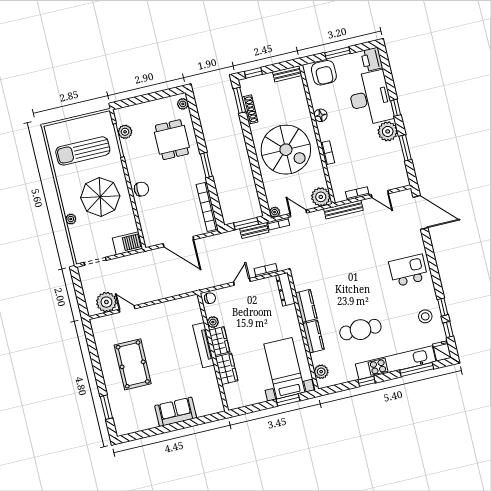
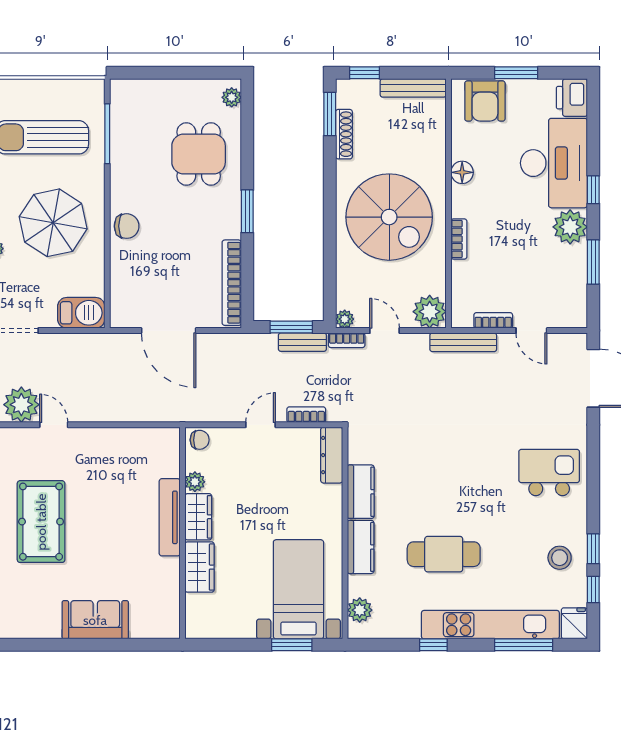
bench: (287, 74) -> (413, 88), width x1.36
plant: (125, 132) -> (122, 122), removed

